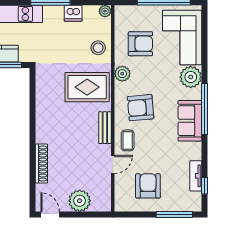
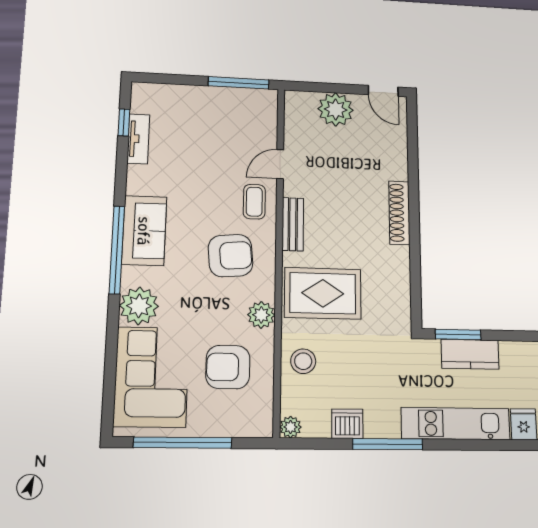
shoe rack: (41, 164) -> (399, 213), moved
armchair: (148, 186) -> (221, 127), removed
window: (174, 215) -> (239, 83), moved

